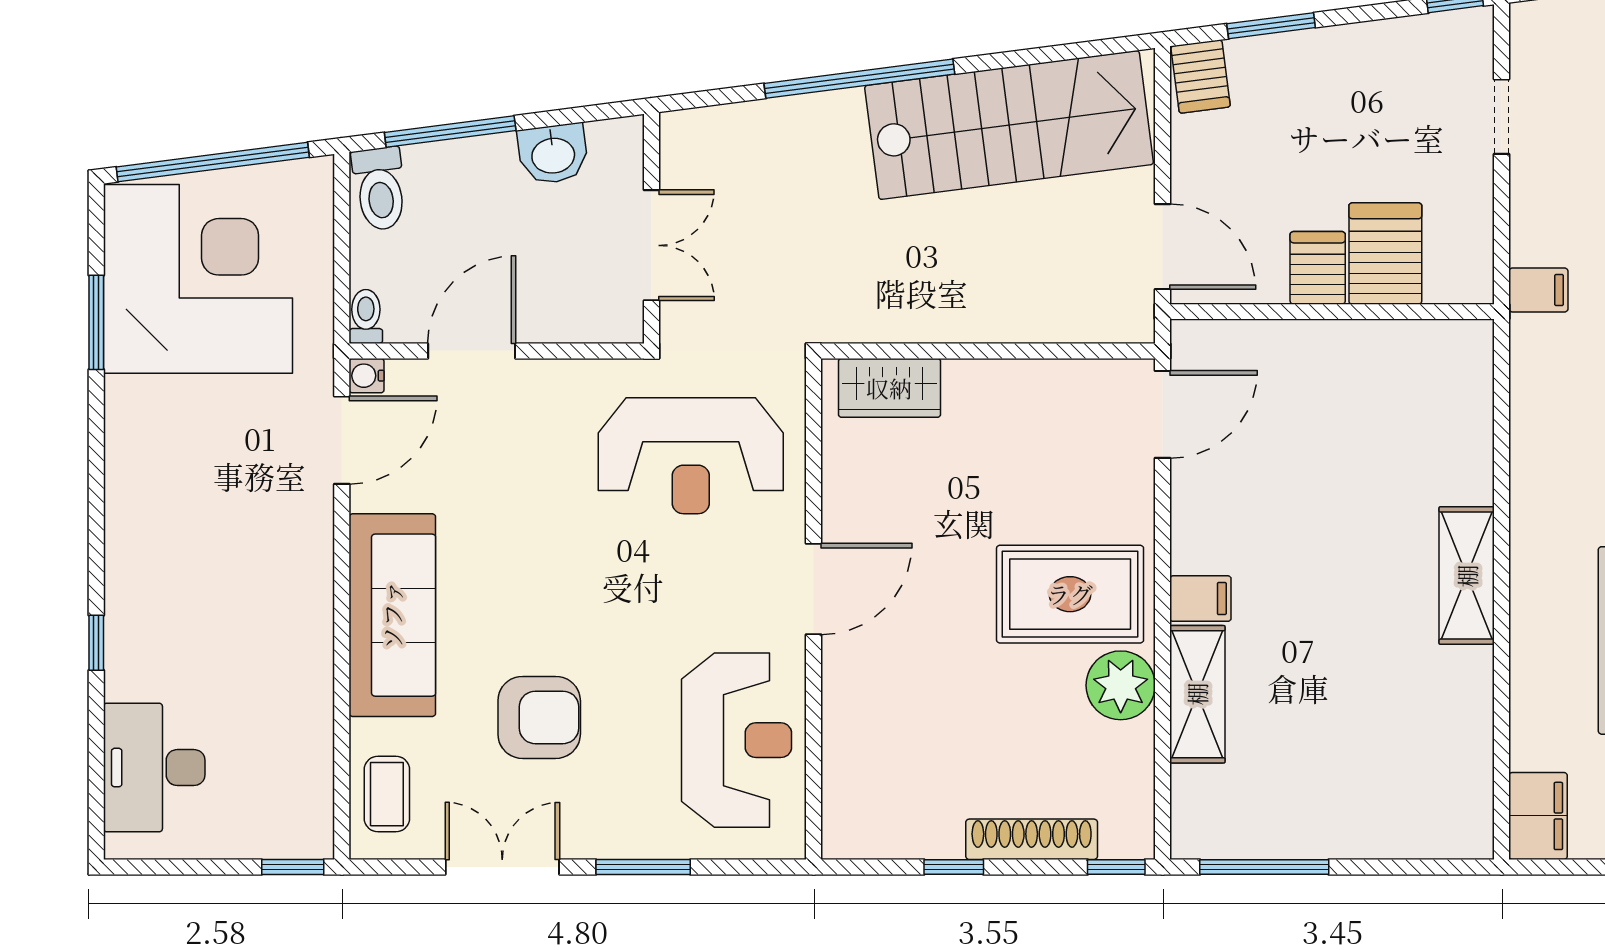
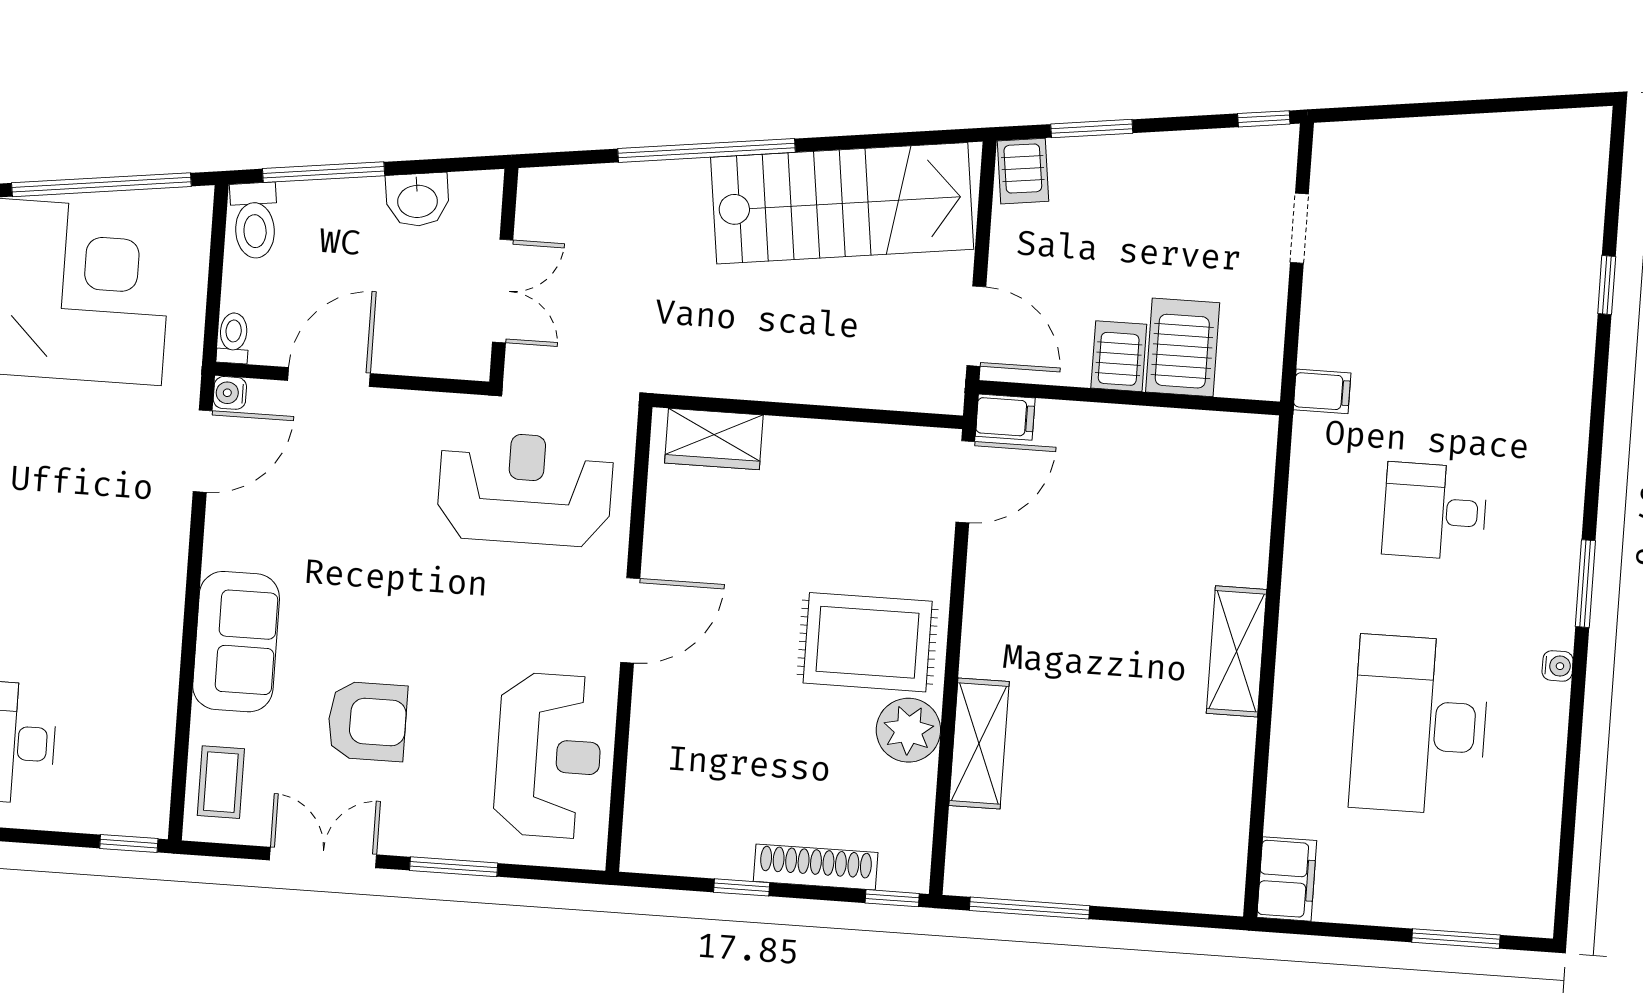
reception desk: (691, 456) -> (525, 489), turned 180
filing cabinet: (1200, 599) -> (1005, 417), moved
sofa: (392, 615) -> (236, 642), width x0.73

